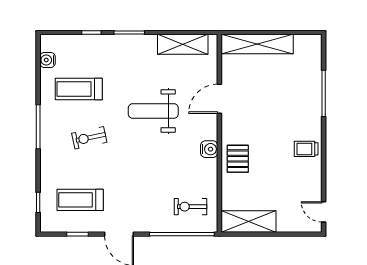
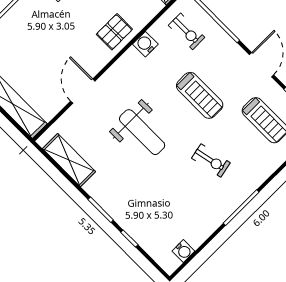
treadmill: (79, 89) -> (200, 95), moved
door: (219, 99) -> (83, 91), swing flipped
water cooler: (209, 149) -> (145, 44), moved

